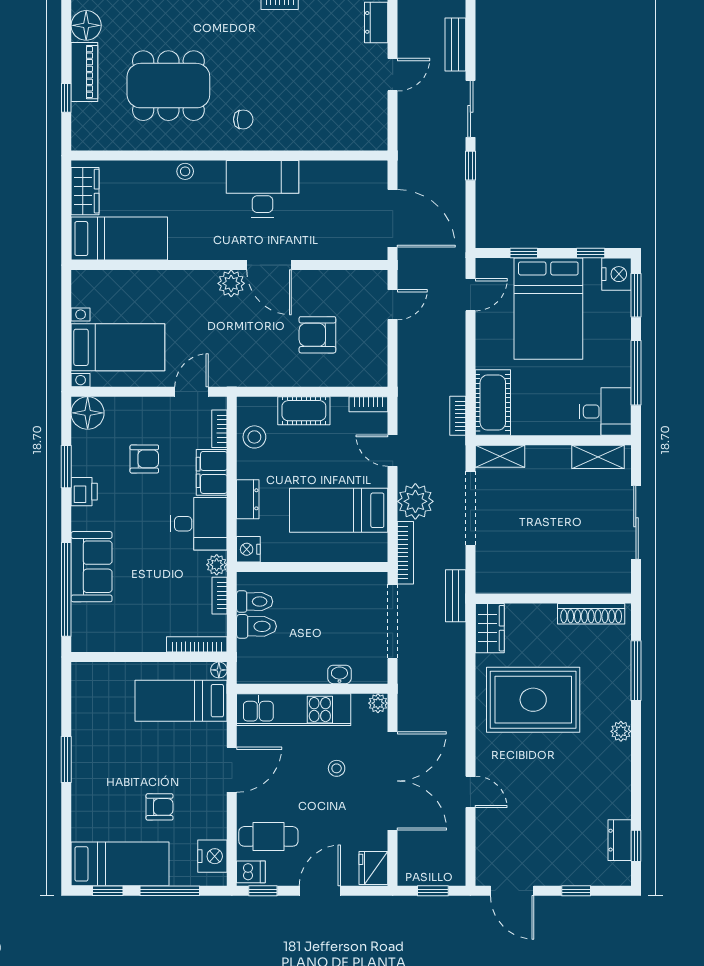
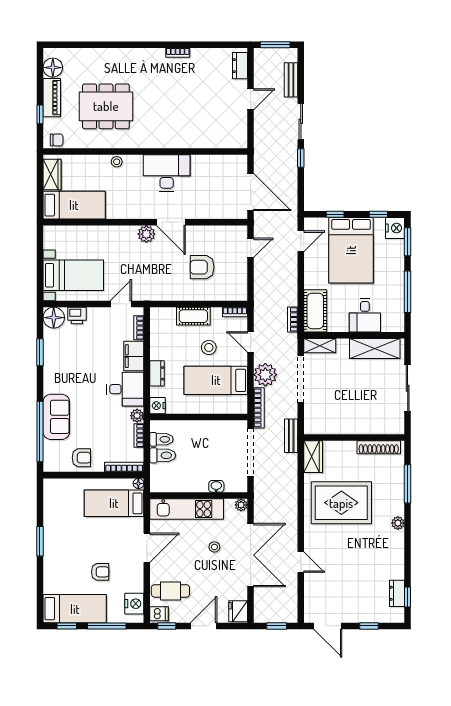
chair: (243, 119) -> (57, 140), moved
desk: (605, 411) -> (365, 315), moved, turned 90
stool: (254, 437) -> (209, 347), moved
shelving: (598, 457) -> (375, 349), width x1.50, depth x1.33
armchair: (144, 459) -> (81, 458), moved
printer: (84, 492) -> (77, 315), moved, turned 90

